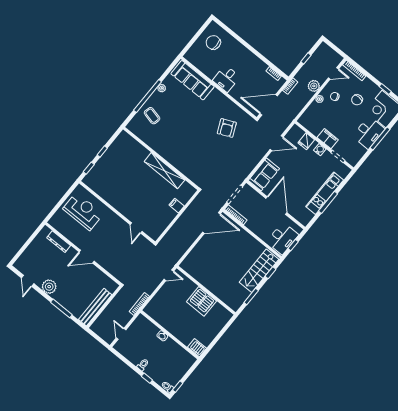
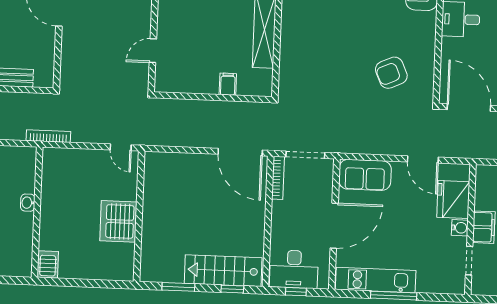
fridge: (306, 141) -> (453, 199), width x1.88, depth x1.34
kitchen unit: (325, 193) -> (376, 280), moved

